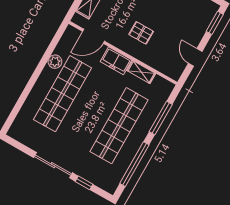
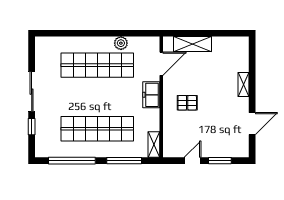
window: (215, 23) -> (220, 161), moved
pallet: (141, 33) -> (187, 103), turned 90
door: (94, 36) -> (161, 64), swing flipped
shelving: (141, 72) -> (154, 145), moved

